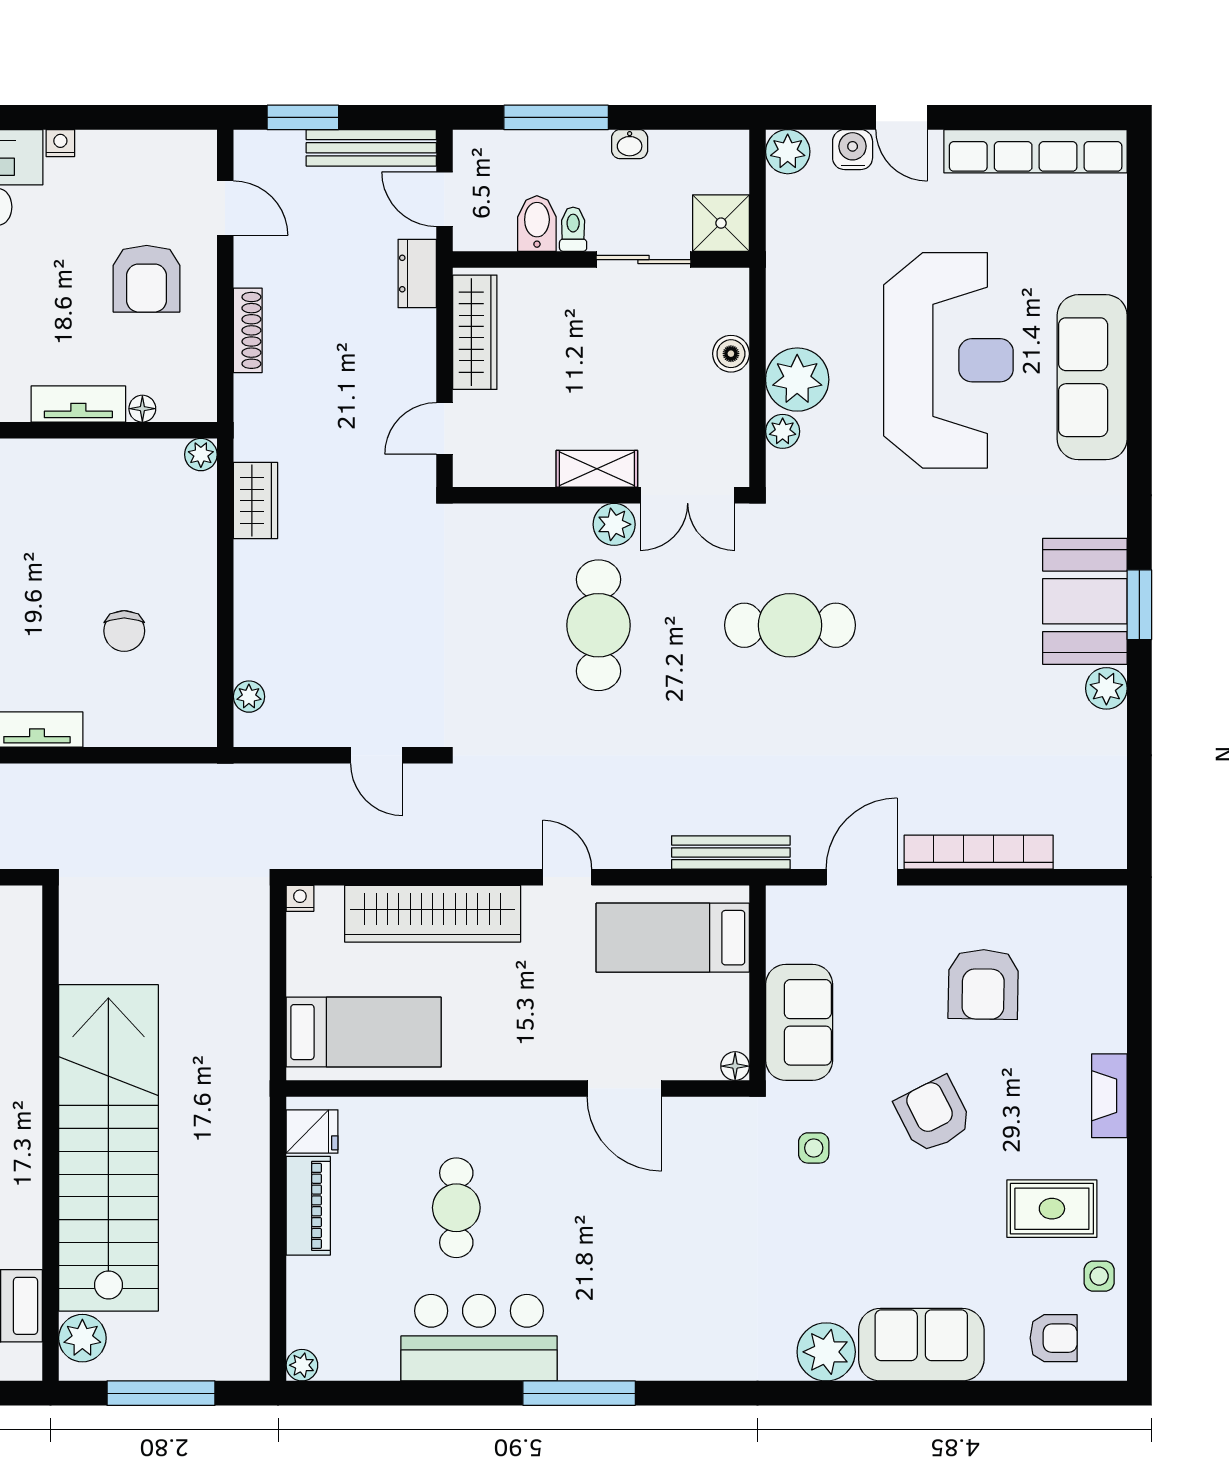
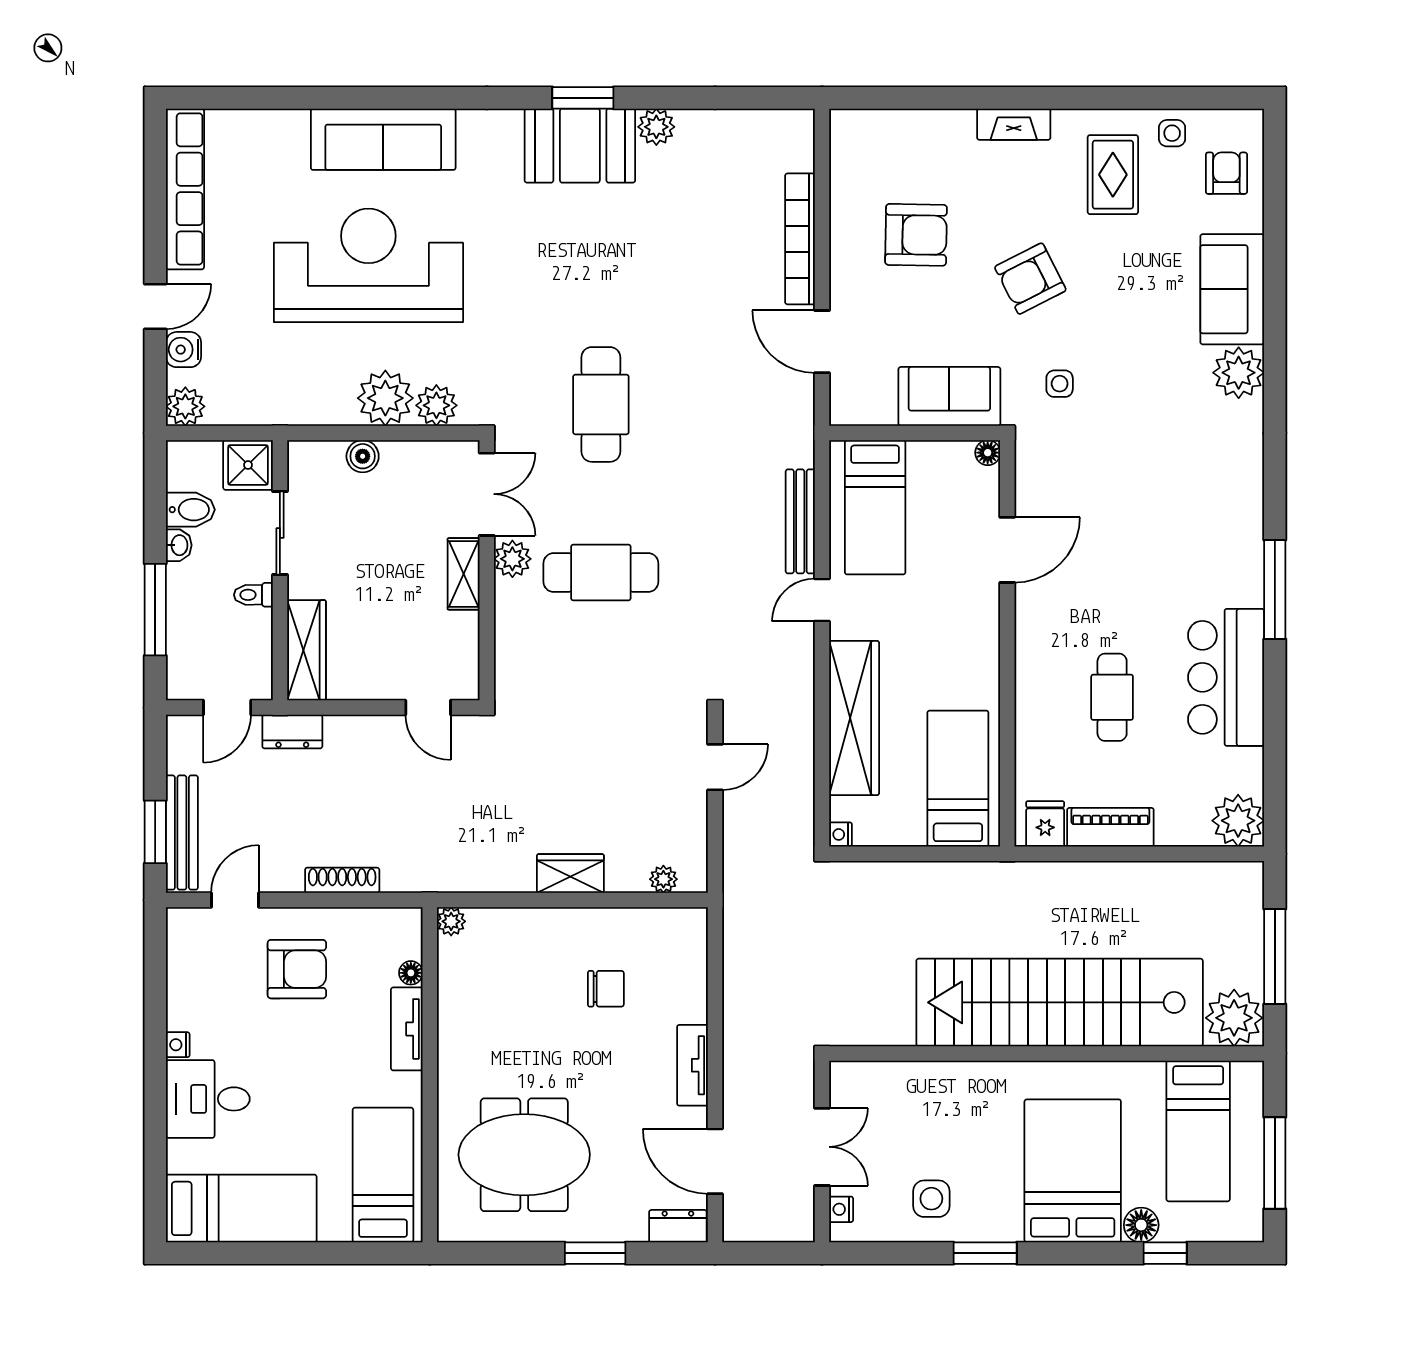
bench: (371, 148) -> (182, 833), moved
bidet: (537, 224) -> (190, 510), moved, turned 180
wardrobe: (475, 332) -> (307, 650), moved, turned 90
plant: (783, 431) -> (436, 405), width x1.38, depth x1.38
wardrobe: (255, 501) -> (570, 874), moved
bench: (731, 852) -> (800, 521), moved
cafe table: (456, 1208) -> (1112, 697), turned 90
plant: (82, 1338) -> (1234, 1018), width x1.36, depth x1.36
plant: (302, 1365) -> (1238, 821), width x1.87, depth x1.87

